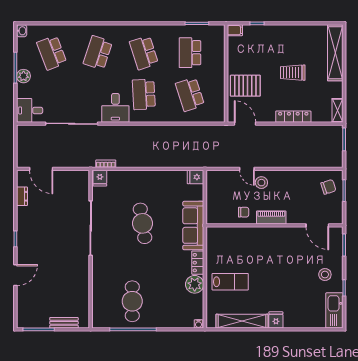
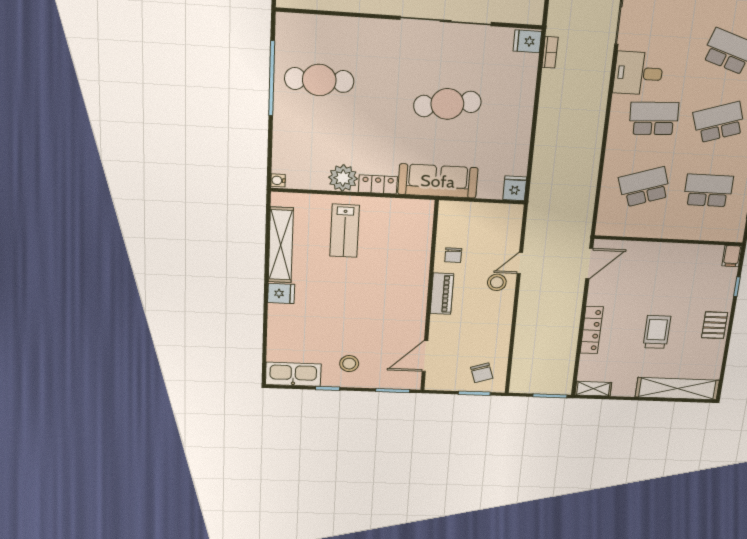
pallet: (245, 86) -> (715, 325), moved, width x0.67, depth x0.71

